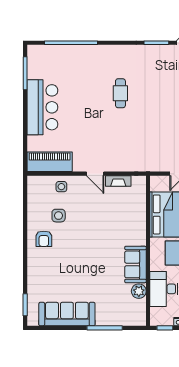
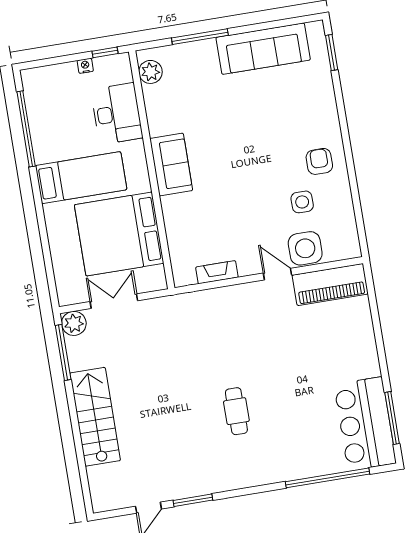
bar counter: (42, 107) -> (365, 424), moved
door: (95, 174) -> (277, 274), moved
side table: (61, 187) -> (305, 248), width x1.87, depth x1.87
sofa: (135, 264) -> (171, 164), moved
plant: (139, 291) -> (150, 72), moved

